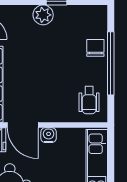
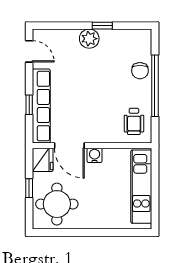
chair: (95, 48) -> (140, 71), turned 180

